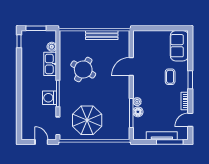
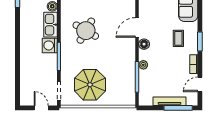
washing machine: (49, 98) -> (50, 45), moved
floor lamp: (138, 112) -> (144, 44), moved

